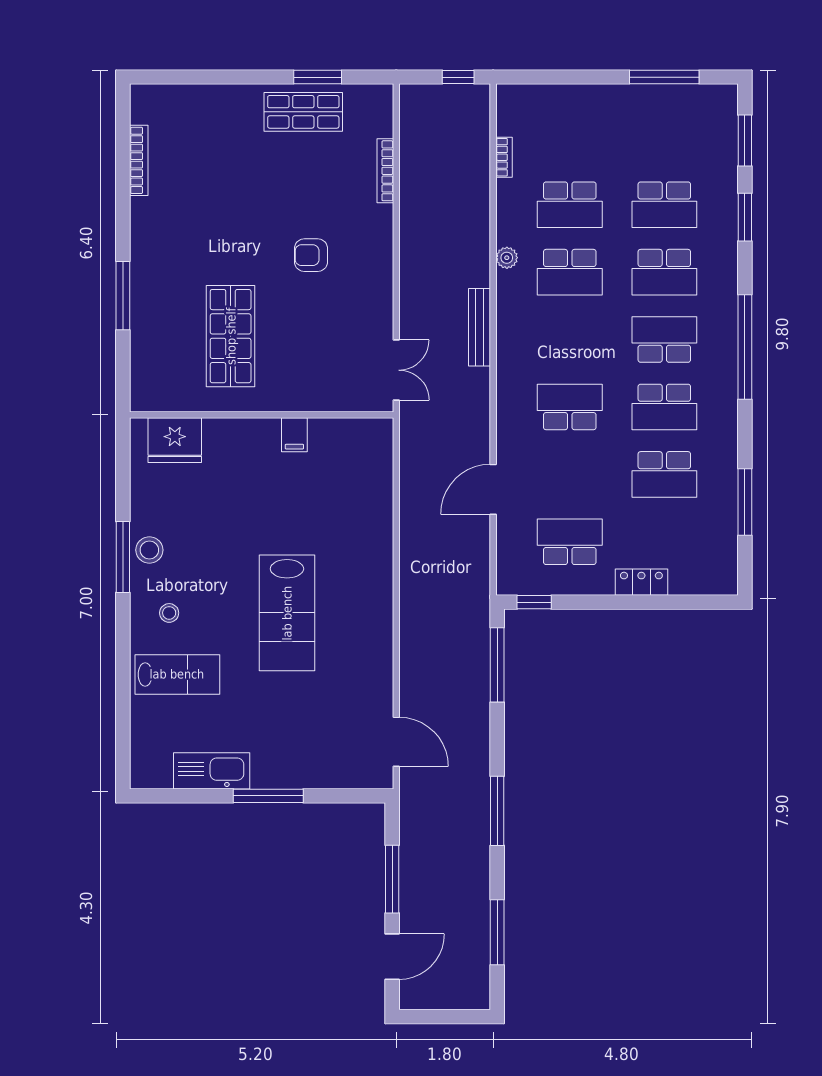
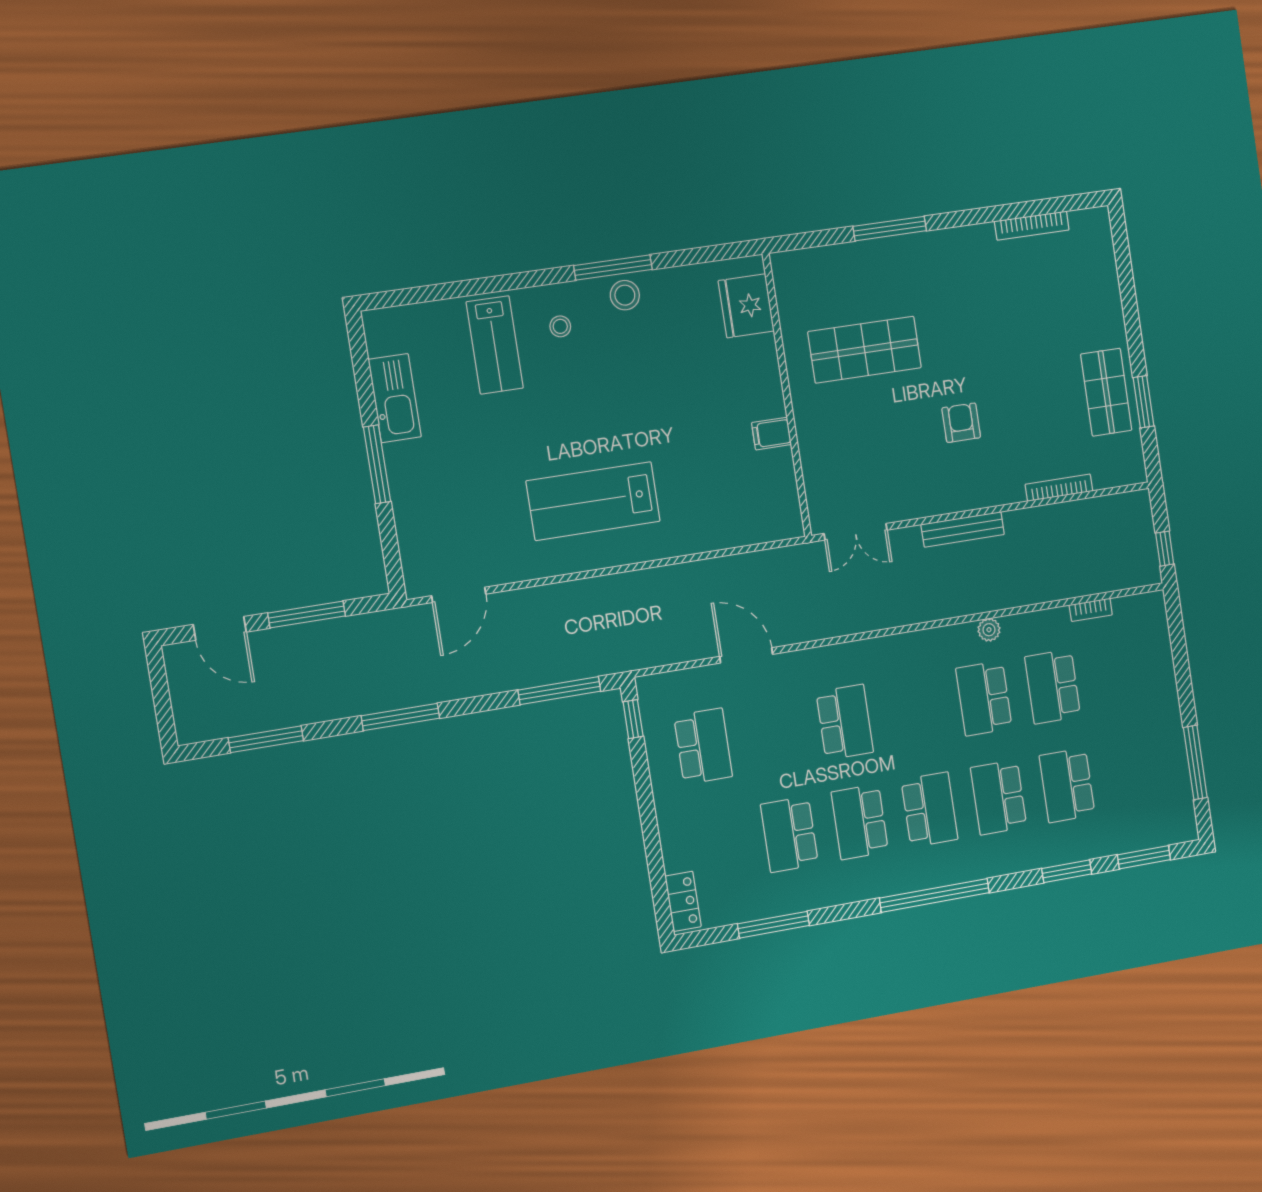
bench: (480, 327) -> (963, 529), moved
locker: (641, 582) -> (683, 901), moved
lab bench: (287, 613) -> (593, 501), moved

